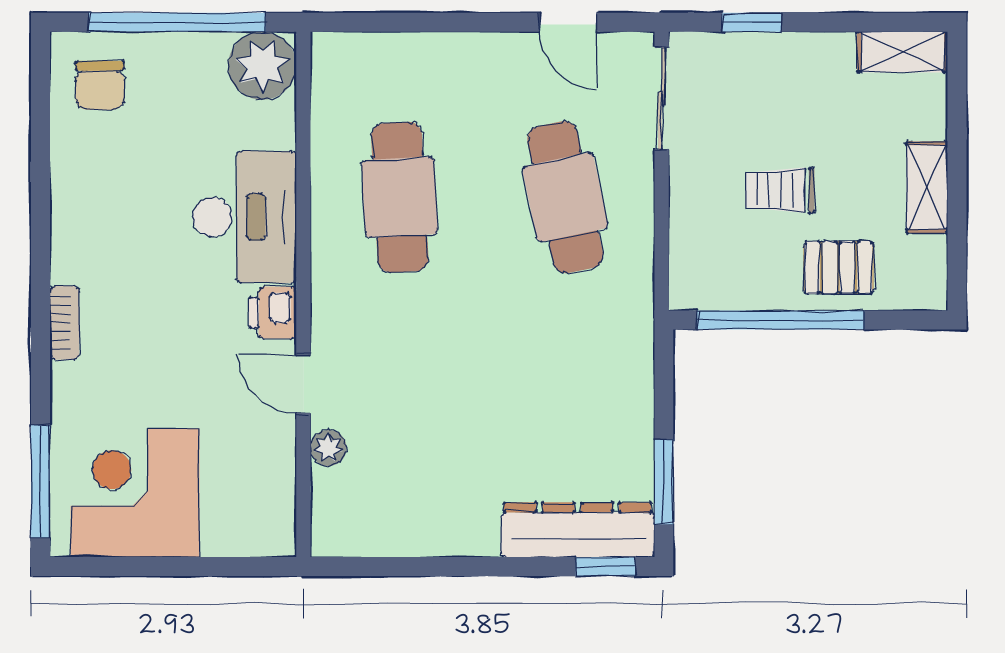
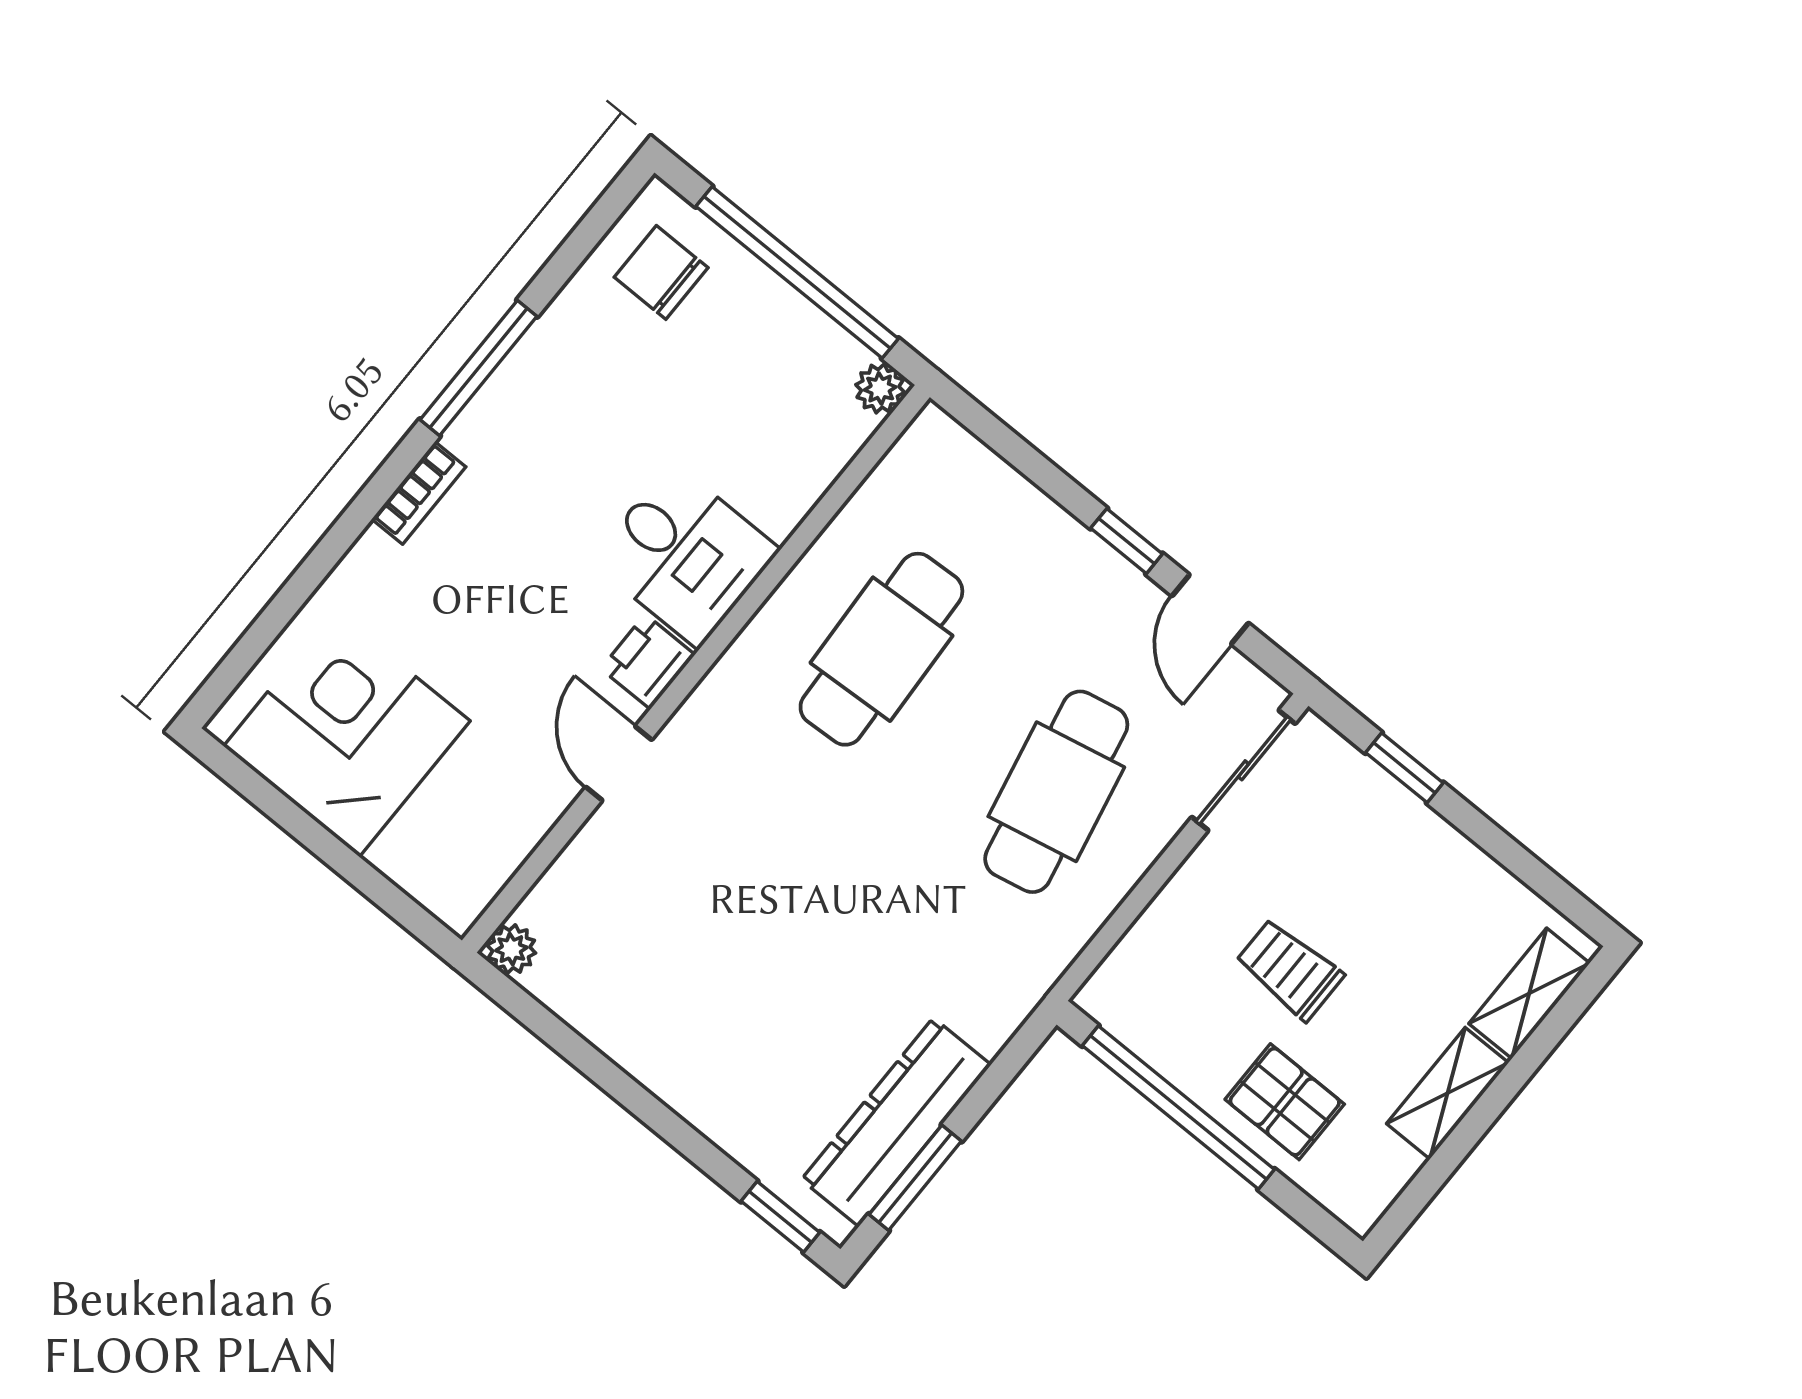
window: (489, 22) -> (1127, 541), added
shelving: (902, 52) -> (1529, 993), moved, turned 90
plant: (262, 66) -> (880, 388), width x0.53, depth x0.53
chair: (100, 85) -> (661, 272), turned 90
desk: (245, 217) -> (685, 555), width x0.73
plant: (328, 448) -> (511, 949), moved
window: (40, 481) -> (478, 368), moved
dresser: (578, 530) -> (896, 1122), moved, turned -90

